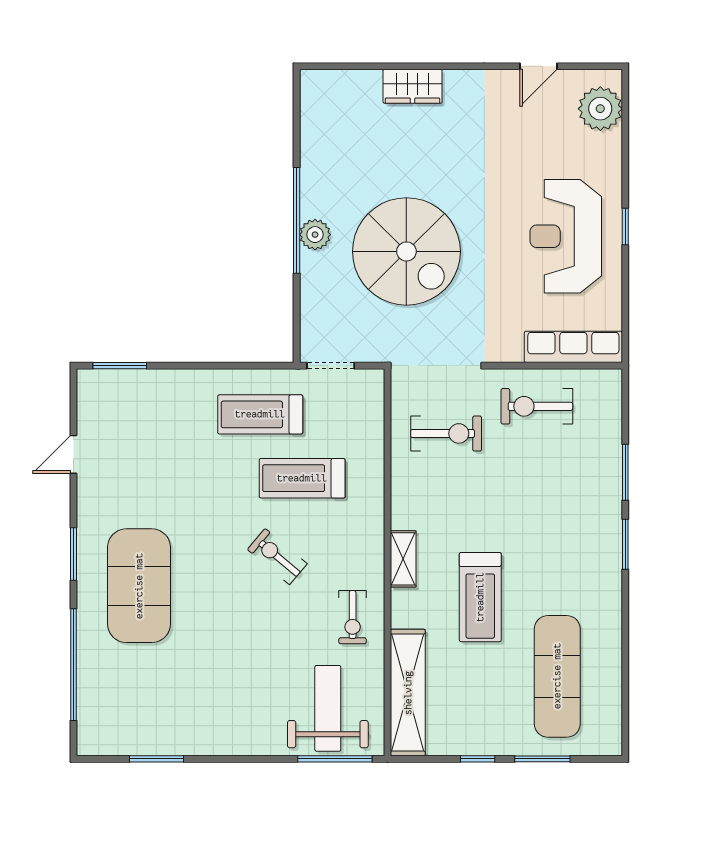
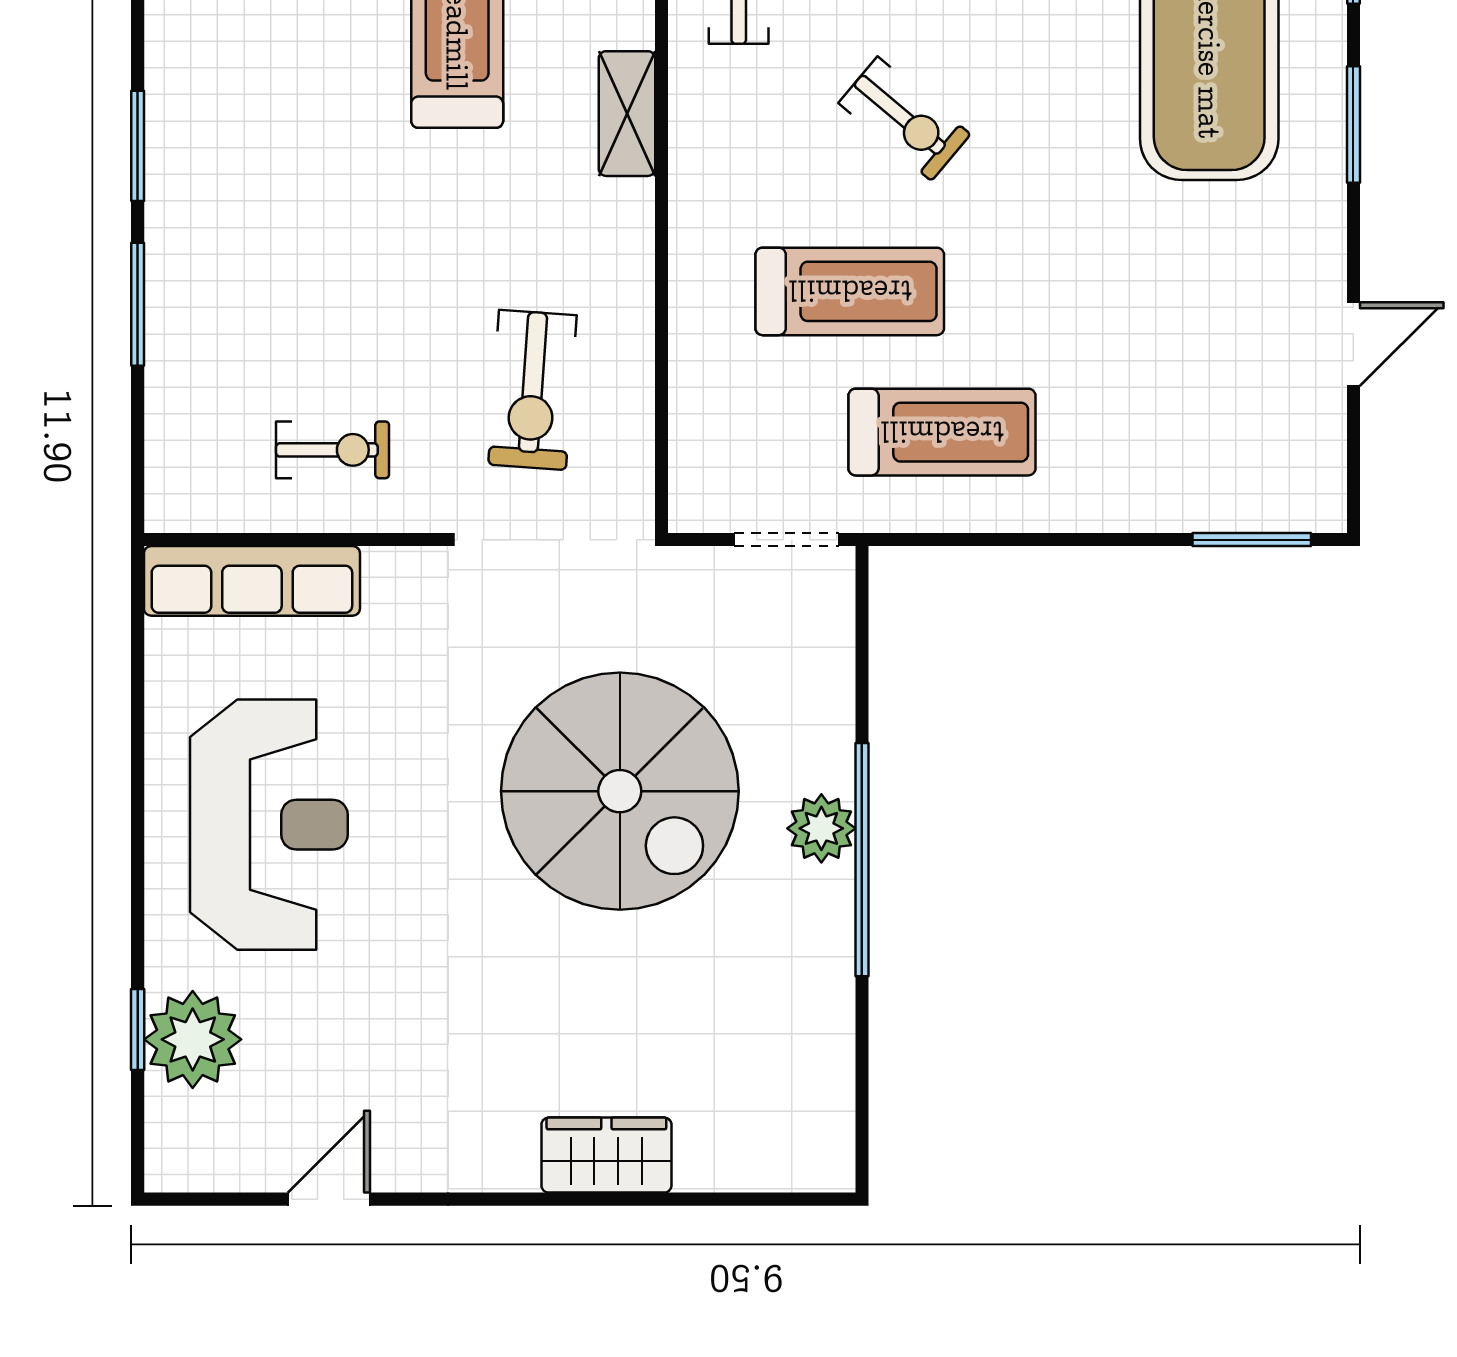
plant: (600, 109) -> (193, 1039), moved
window: (625, 227) -> (138, 1029), moved
spiral stairs: (406, 251) -> (620, 791), turned 180
exercise bike: (537, 406) -> (333, 450), width x0.73, depth x0.72
exercise bike: (446, 433) -> (532, 390), turned -86

